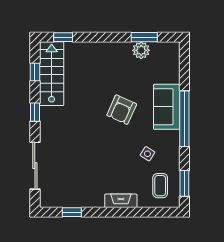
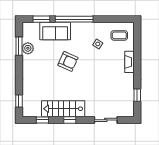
stairs: (52, 74) -> (63, 109), moved
sofa: (167, 107) -> (55, 31), moved
sliding door: (35, 166) -> (106, 120), width x0.73
window: (184, 183) -> (41, 19), moved

